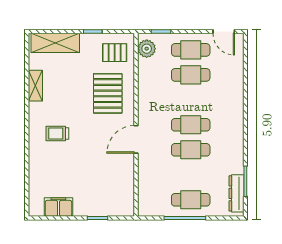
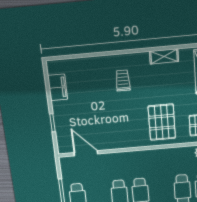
pallet: (108, 93) -> (162, 122), turned 90
door: (136, 139) -> (86, 153), moved

